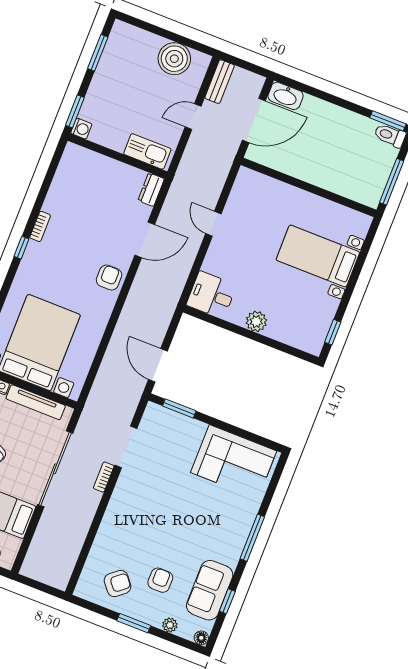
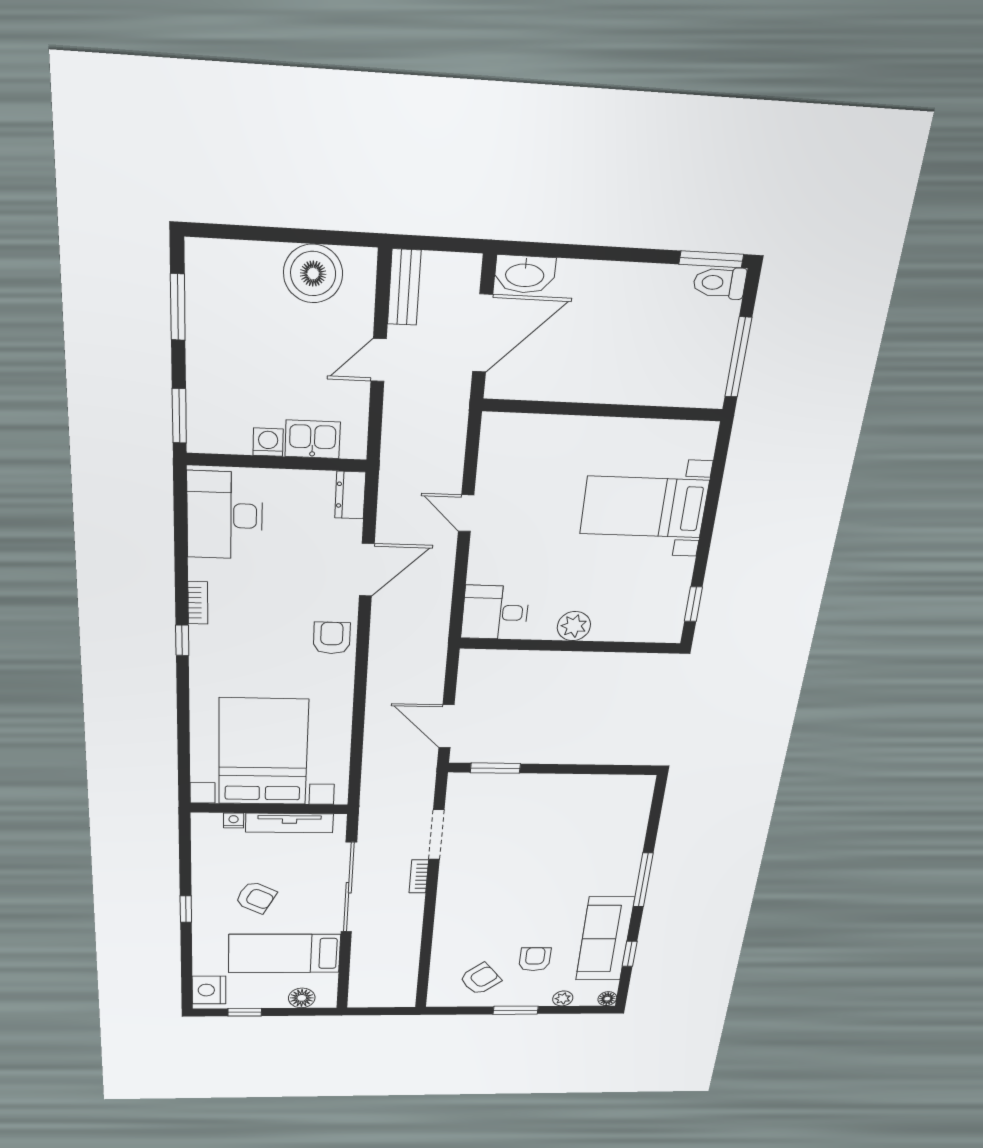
washing machine: (81, 129) -> (268, 442), moved, turned -90
kitchen sink: (147, 151) -> (313, 439), width x0.73
desk: (77, 178) -> (225, 515), added
corner sofa: (234, 462) -> (592, 806), removed
sofa: (210, 590) -> (605, 939), width x1.36

